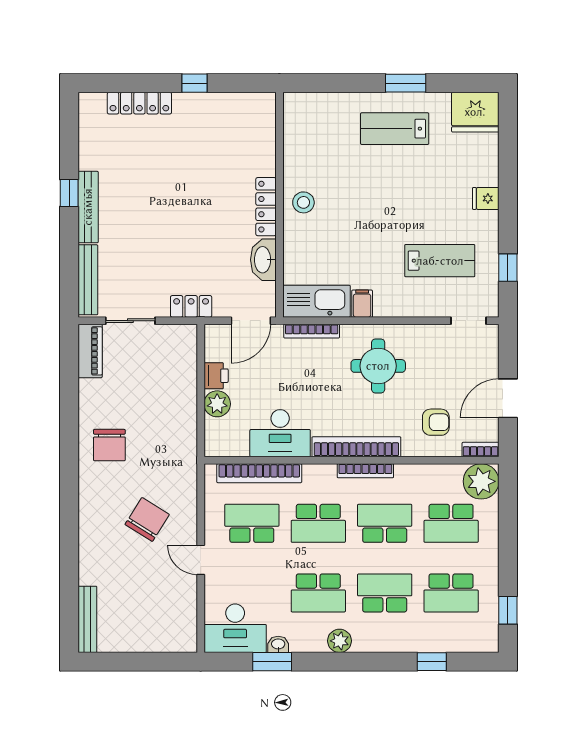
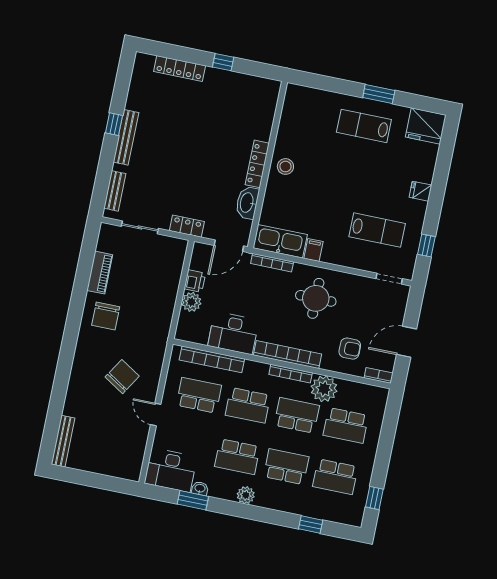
bench: (88, 280) -> (115, 191), width x0.73
piano: (90, 351) -> (100, 273), moved
plant: (481, 481) -> (324, 389), moved

